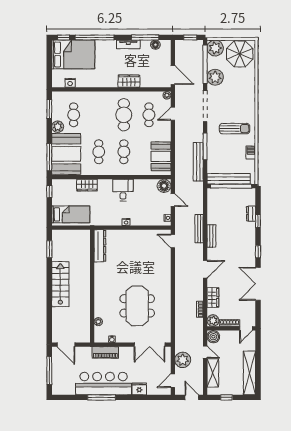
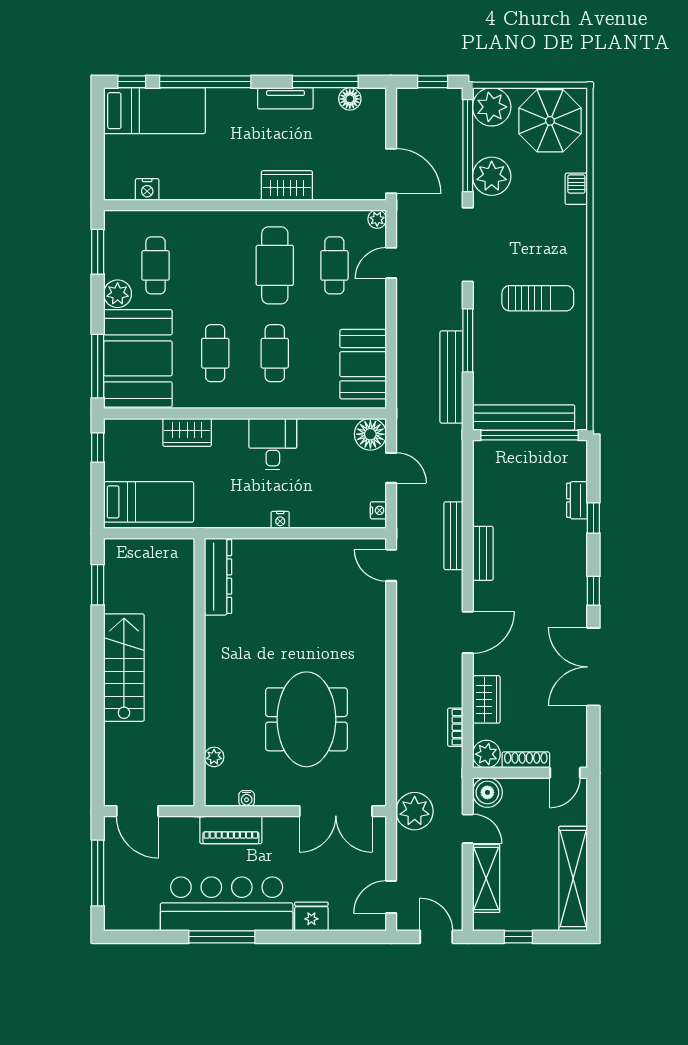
bed: (73, 54) -> (155, 111), width x0.67
barbecue: (251, 153) -> (576, 189), moved
plant: (183, 360) -> (415, 811), moved

